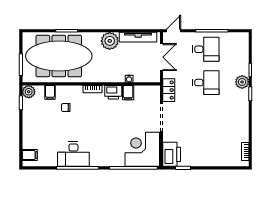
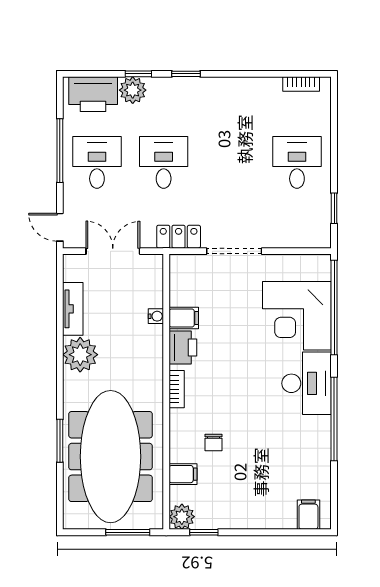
tv unit: (138, 37) -> (73, 309), width x0.71
plant: (242, 82) -> (133, 90), moved
corner desk: (142, 149) -> (297, 316), moved
desk: (206, 149) -> (297, 162), added
desk: (73, 154) -> (307, 383), moved
printer: (172, 154) -> (93, 94), moved, turned 180

